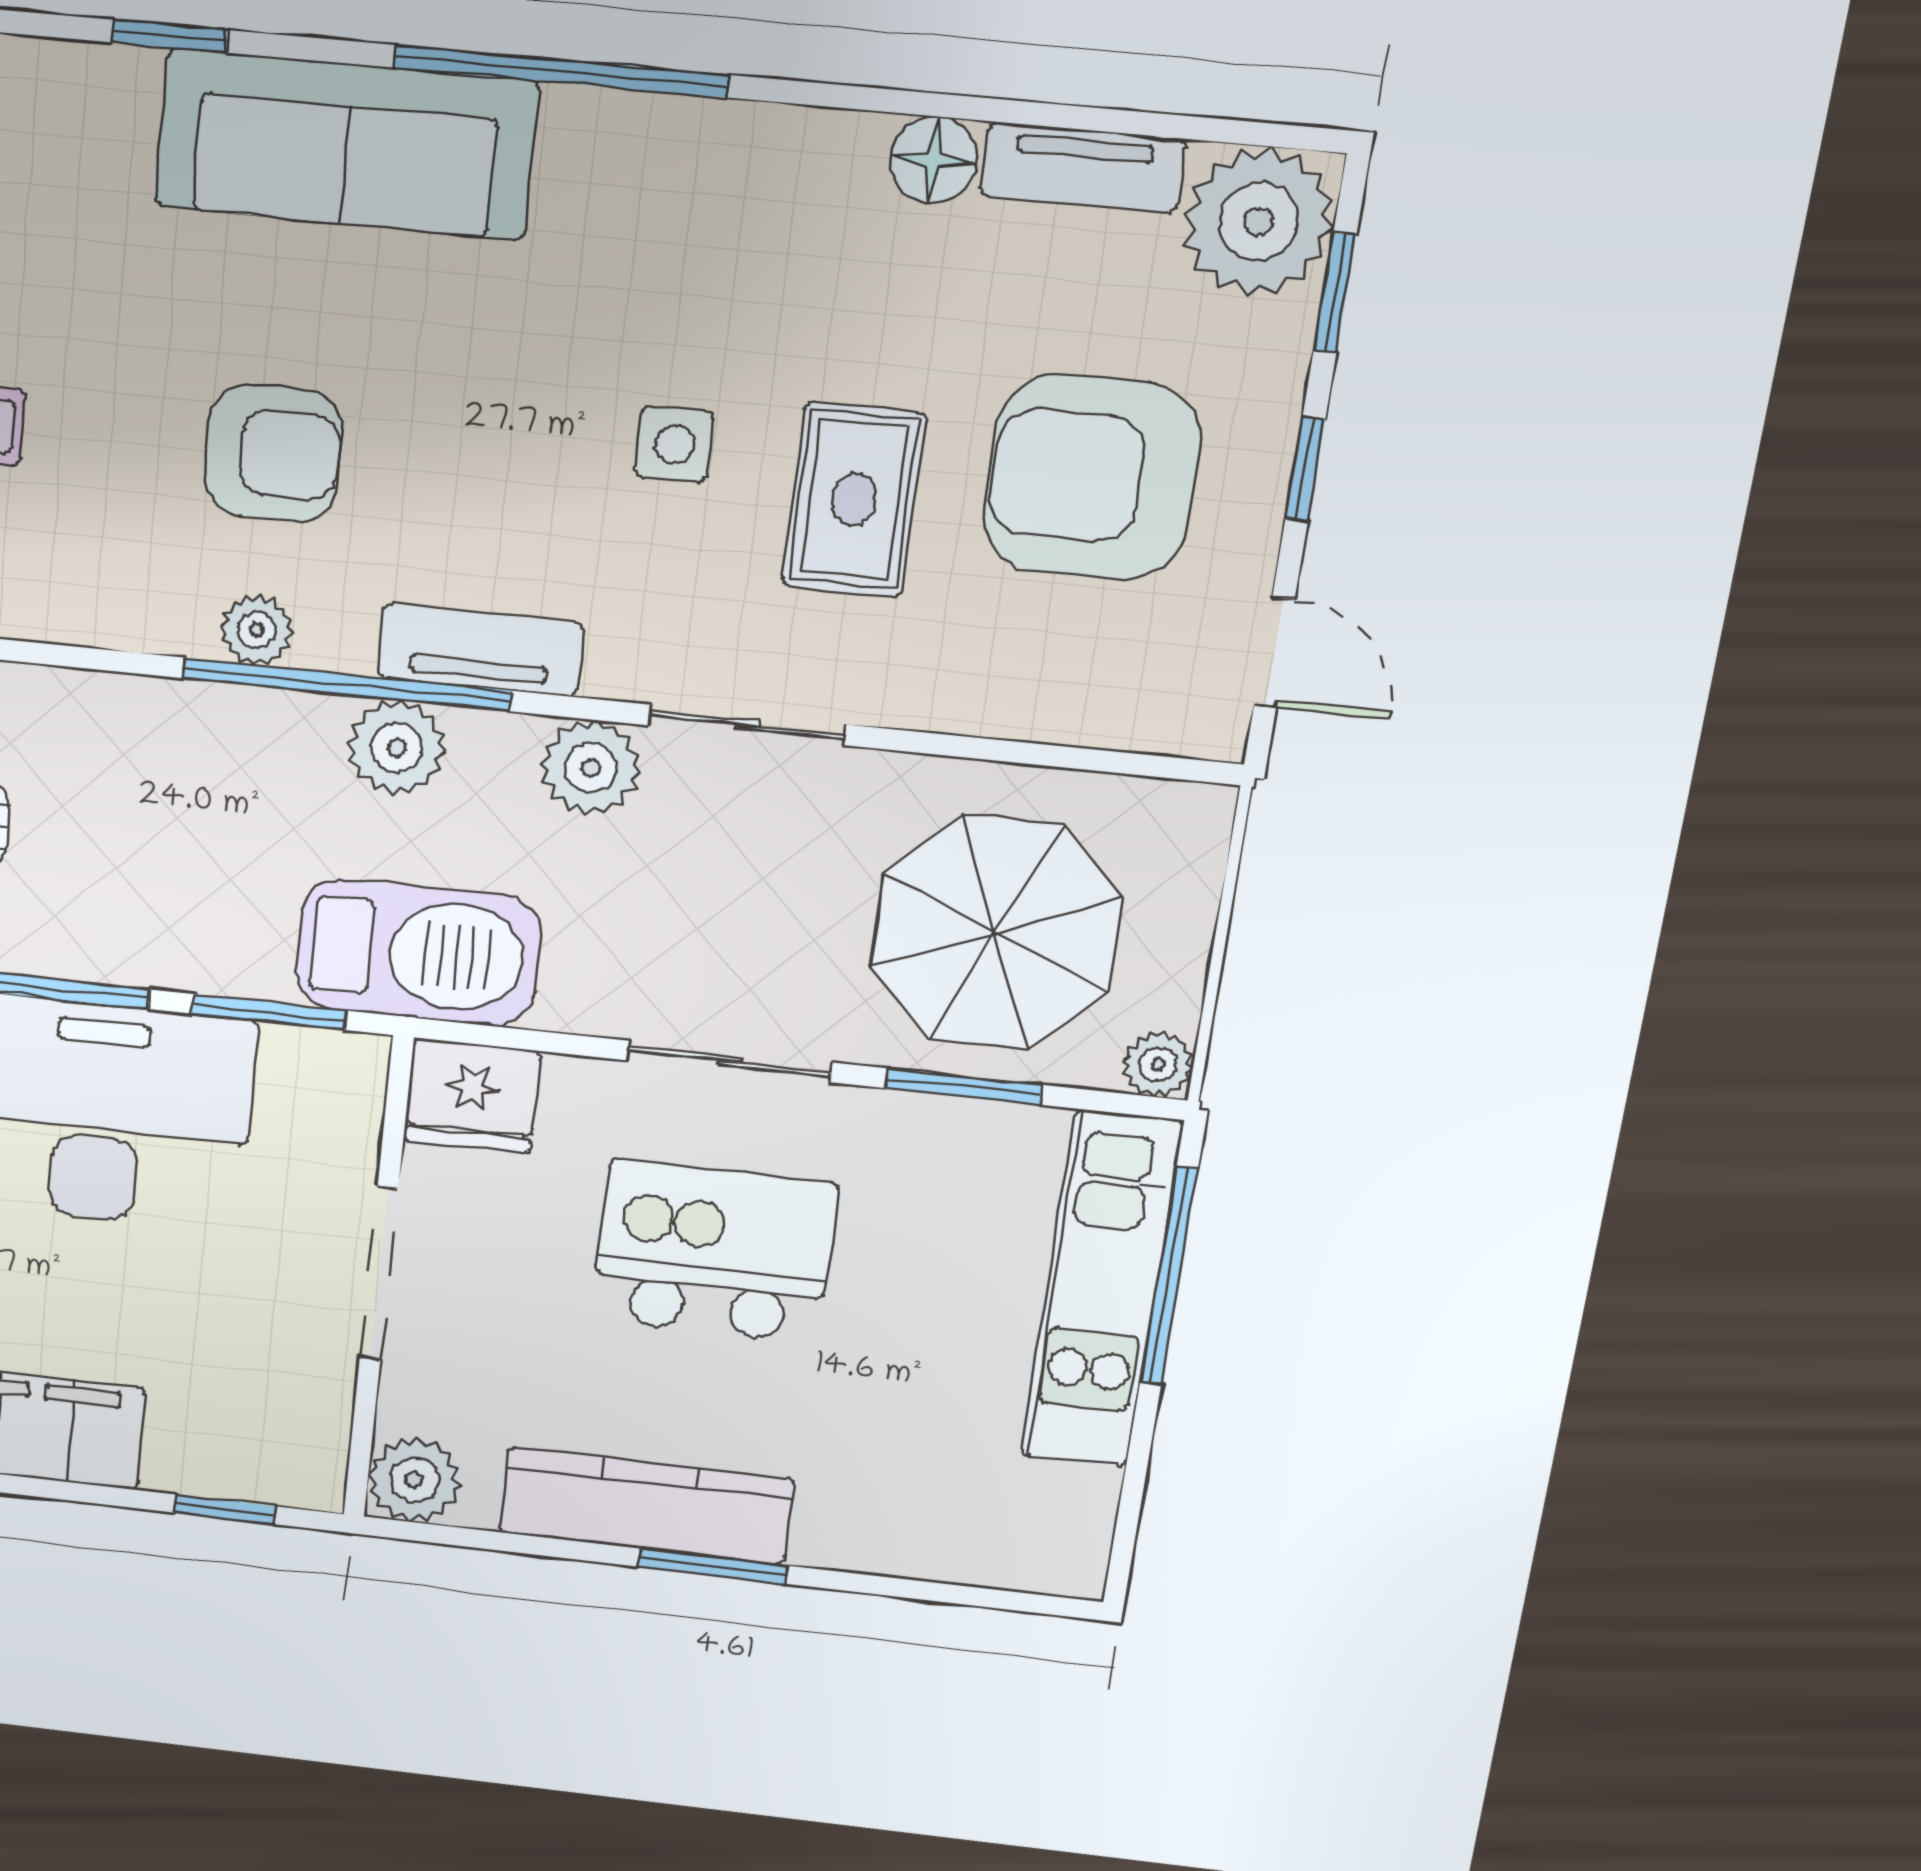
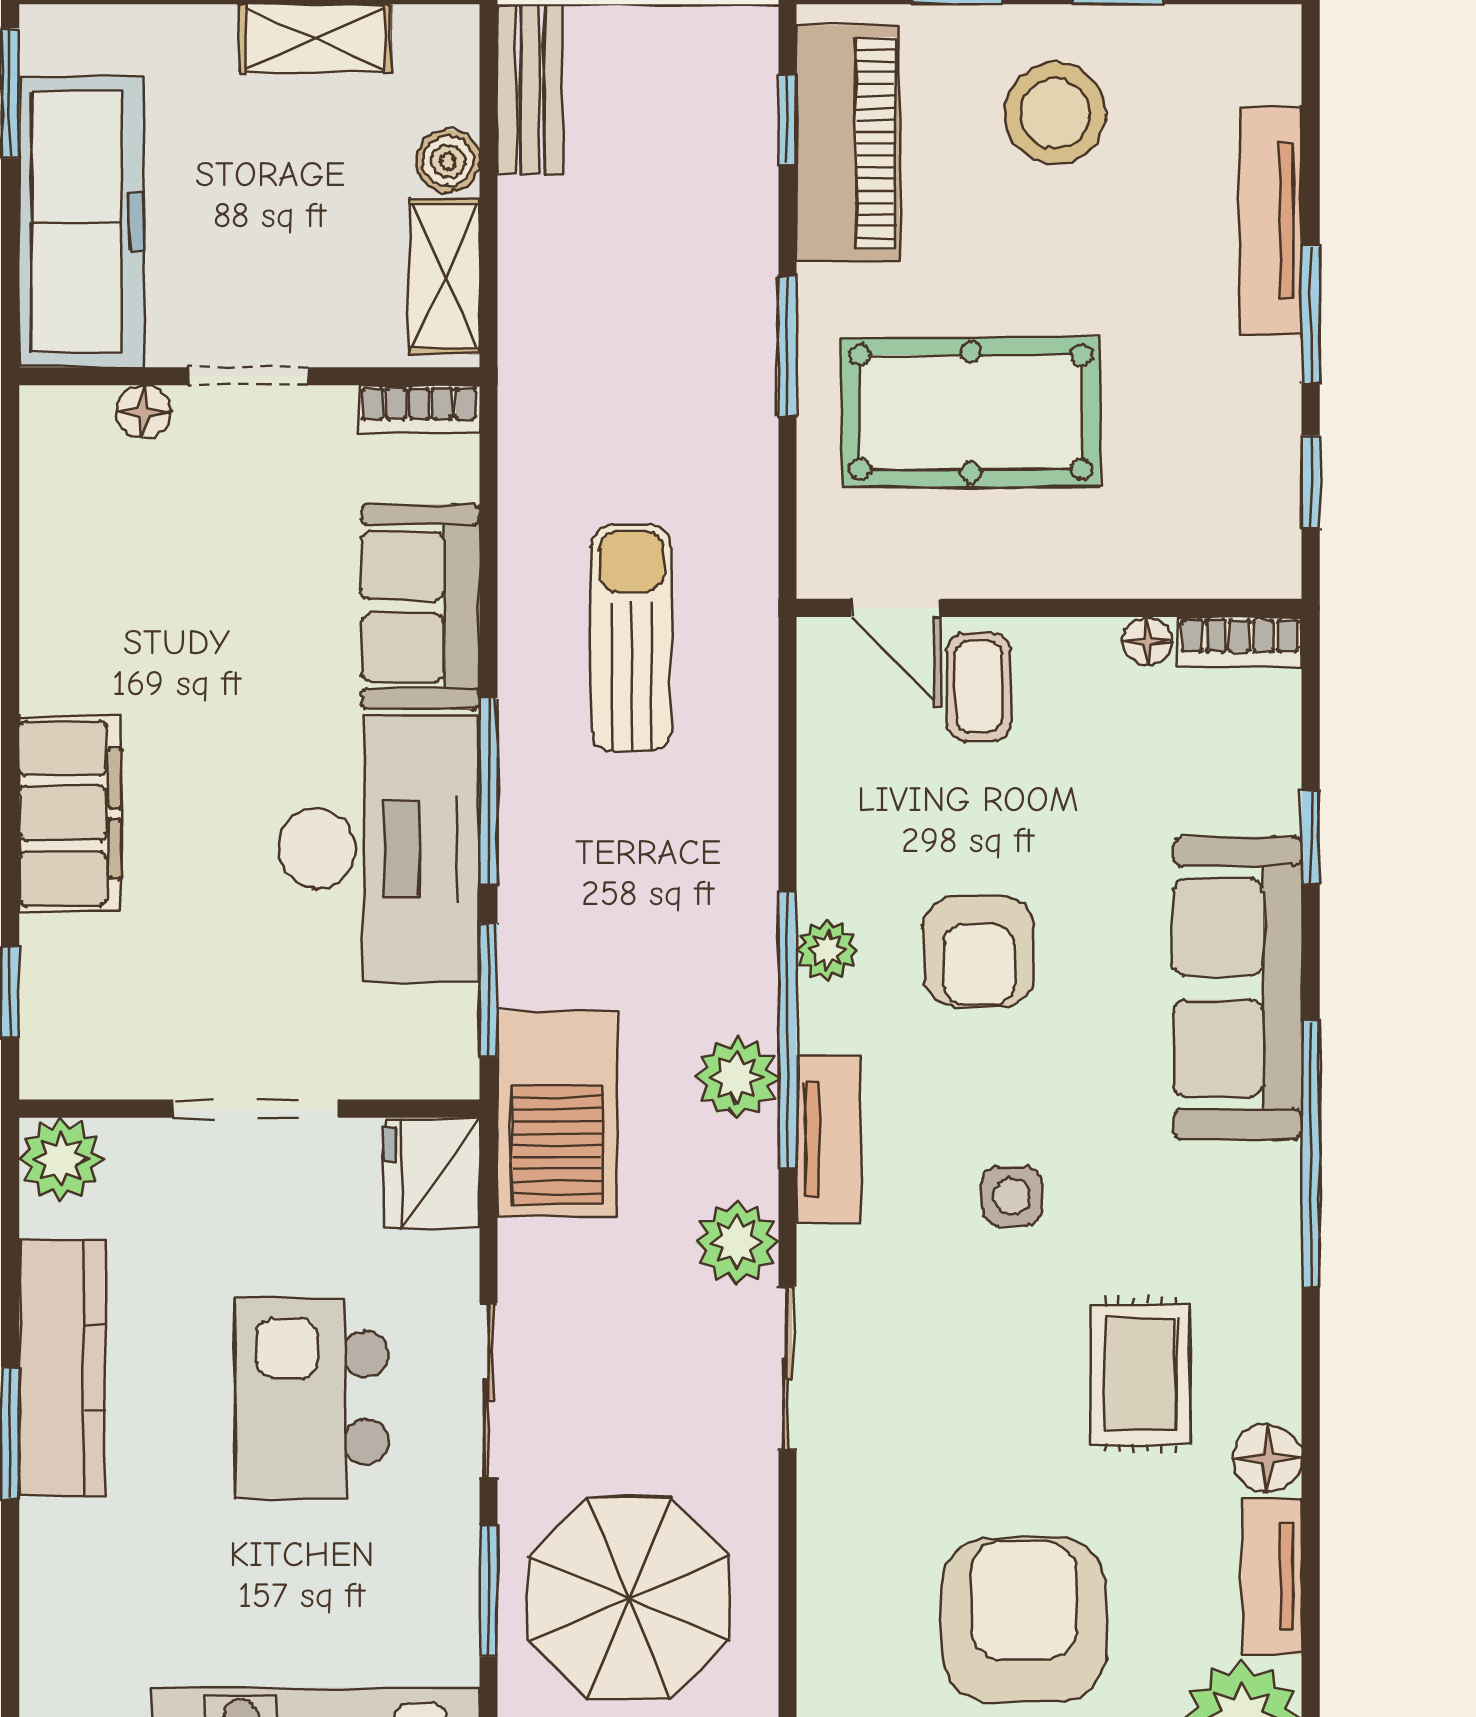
side table: (674, 444) -> (1012, 1196), moved
rug: (854, 500) -> (1140, 1374), moved, turned 90
kitchen island: (714, 1252) -> (312, 1398), turned 180

